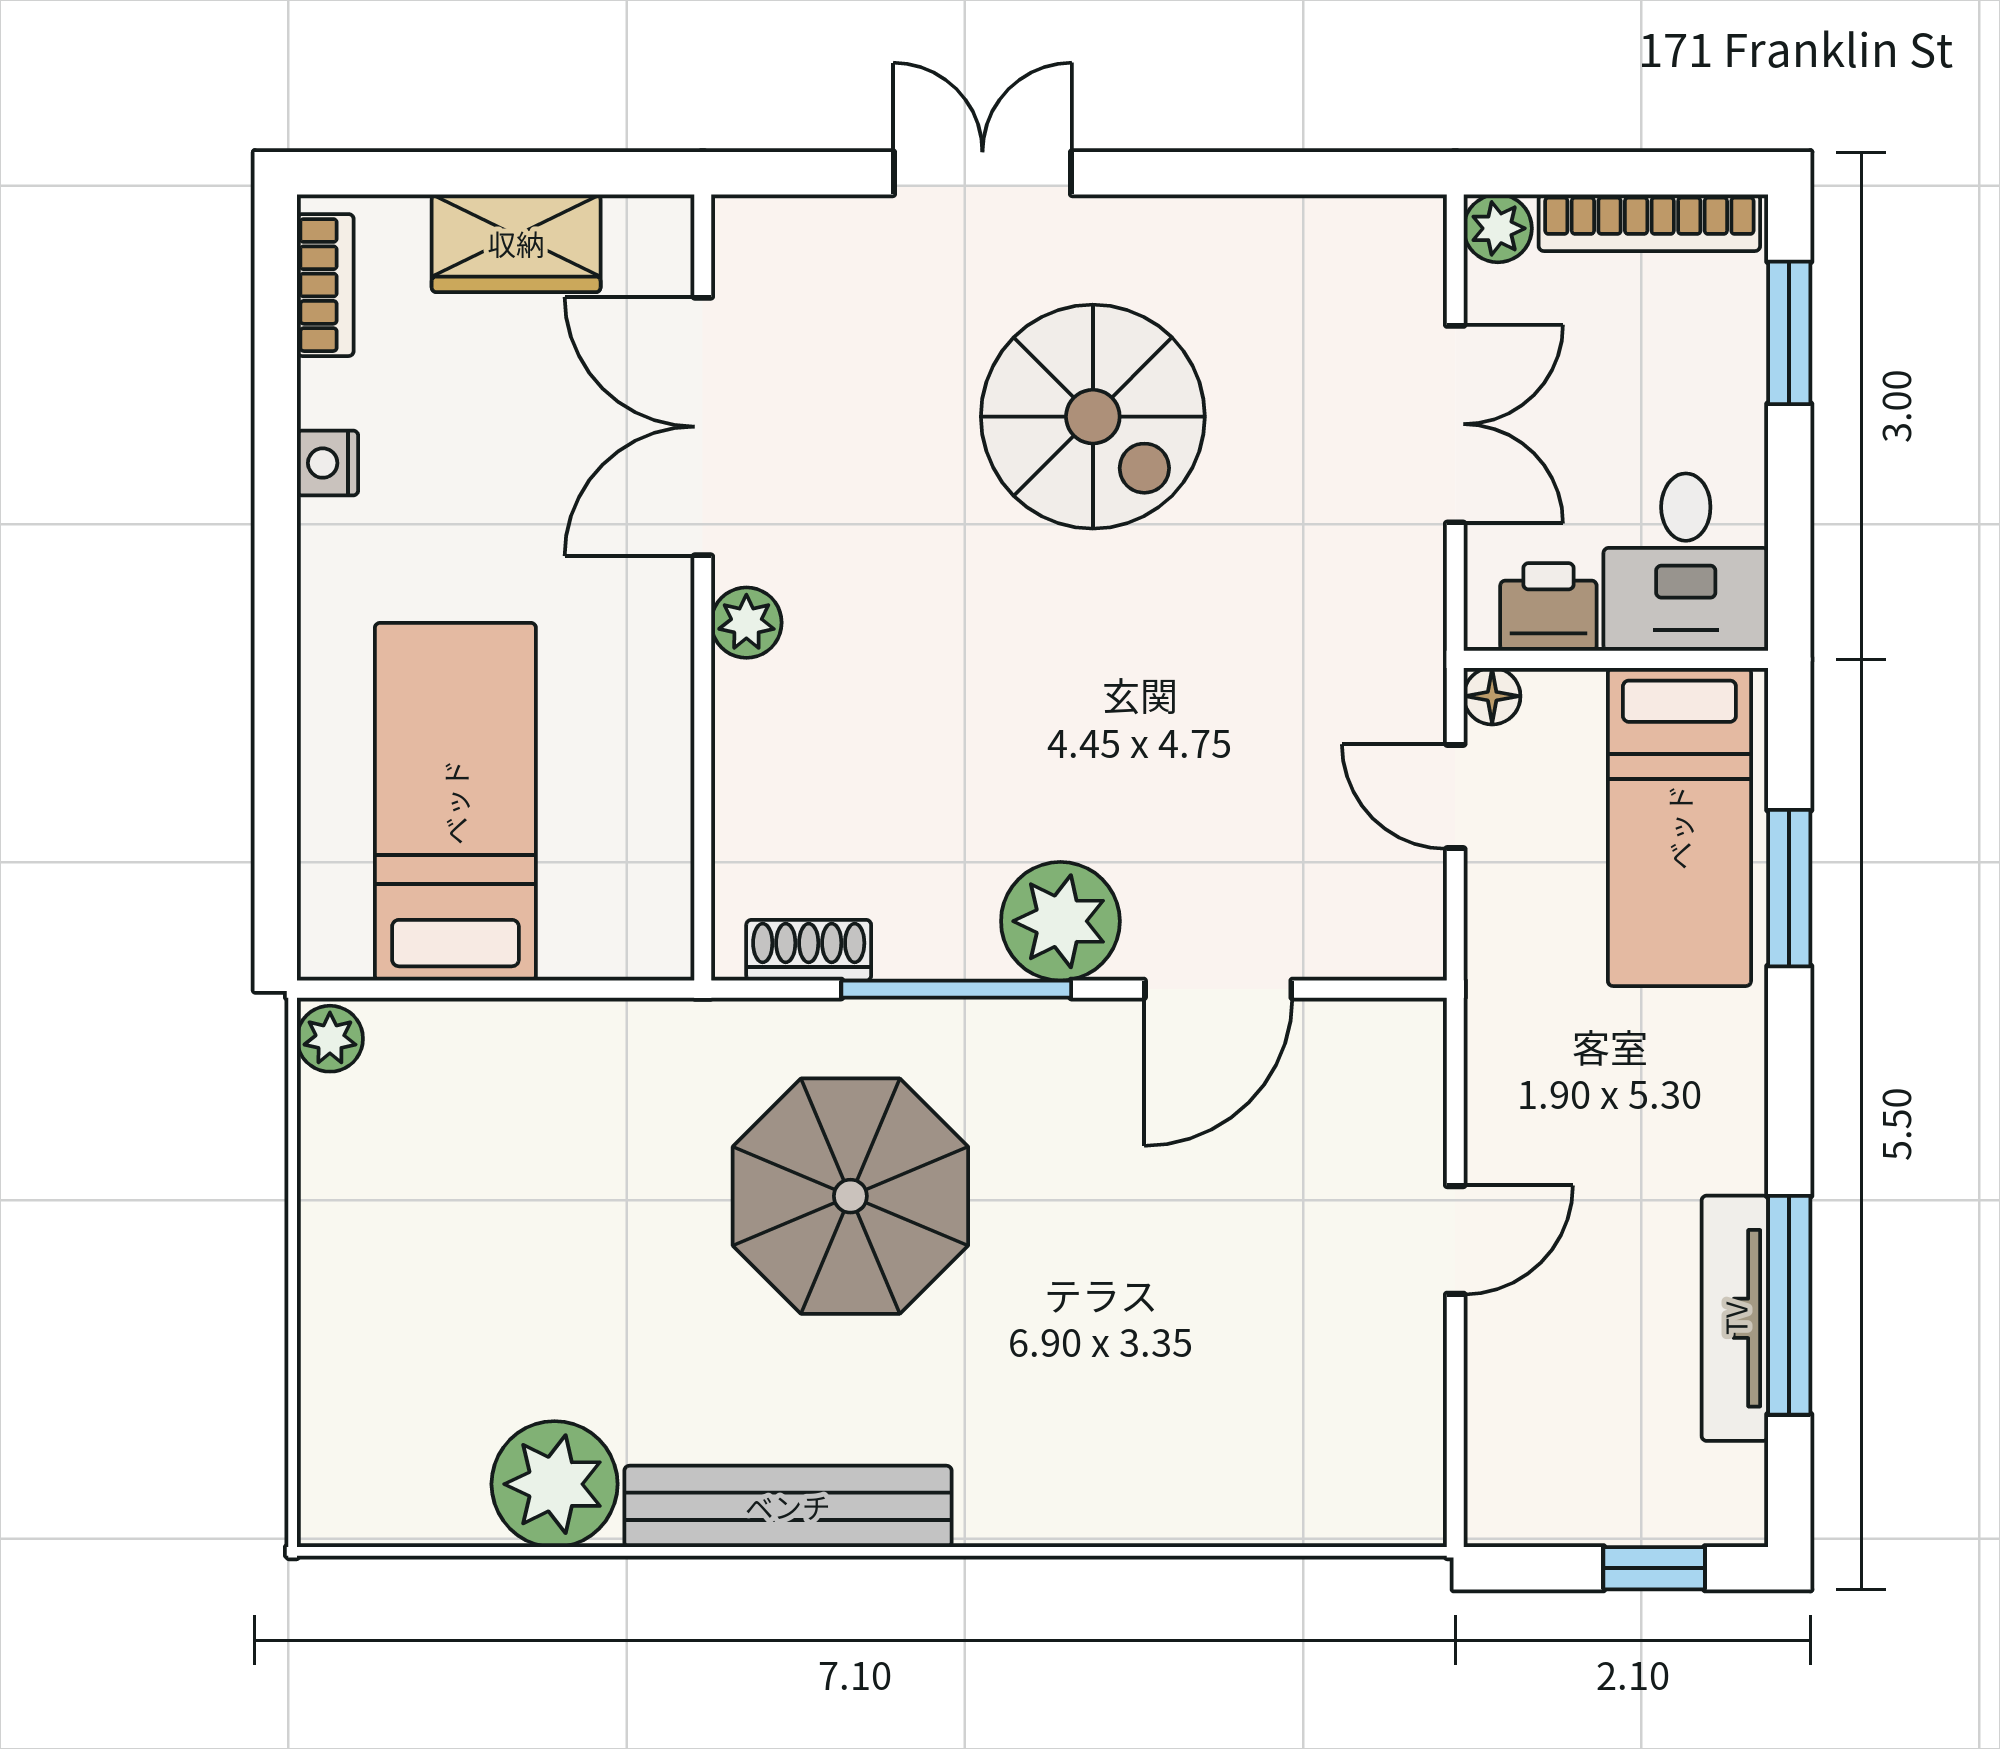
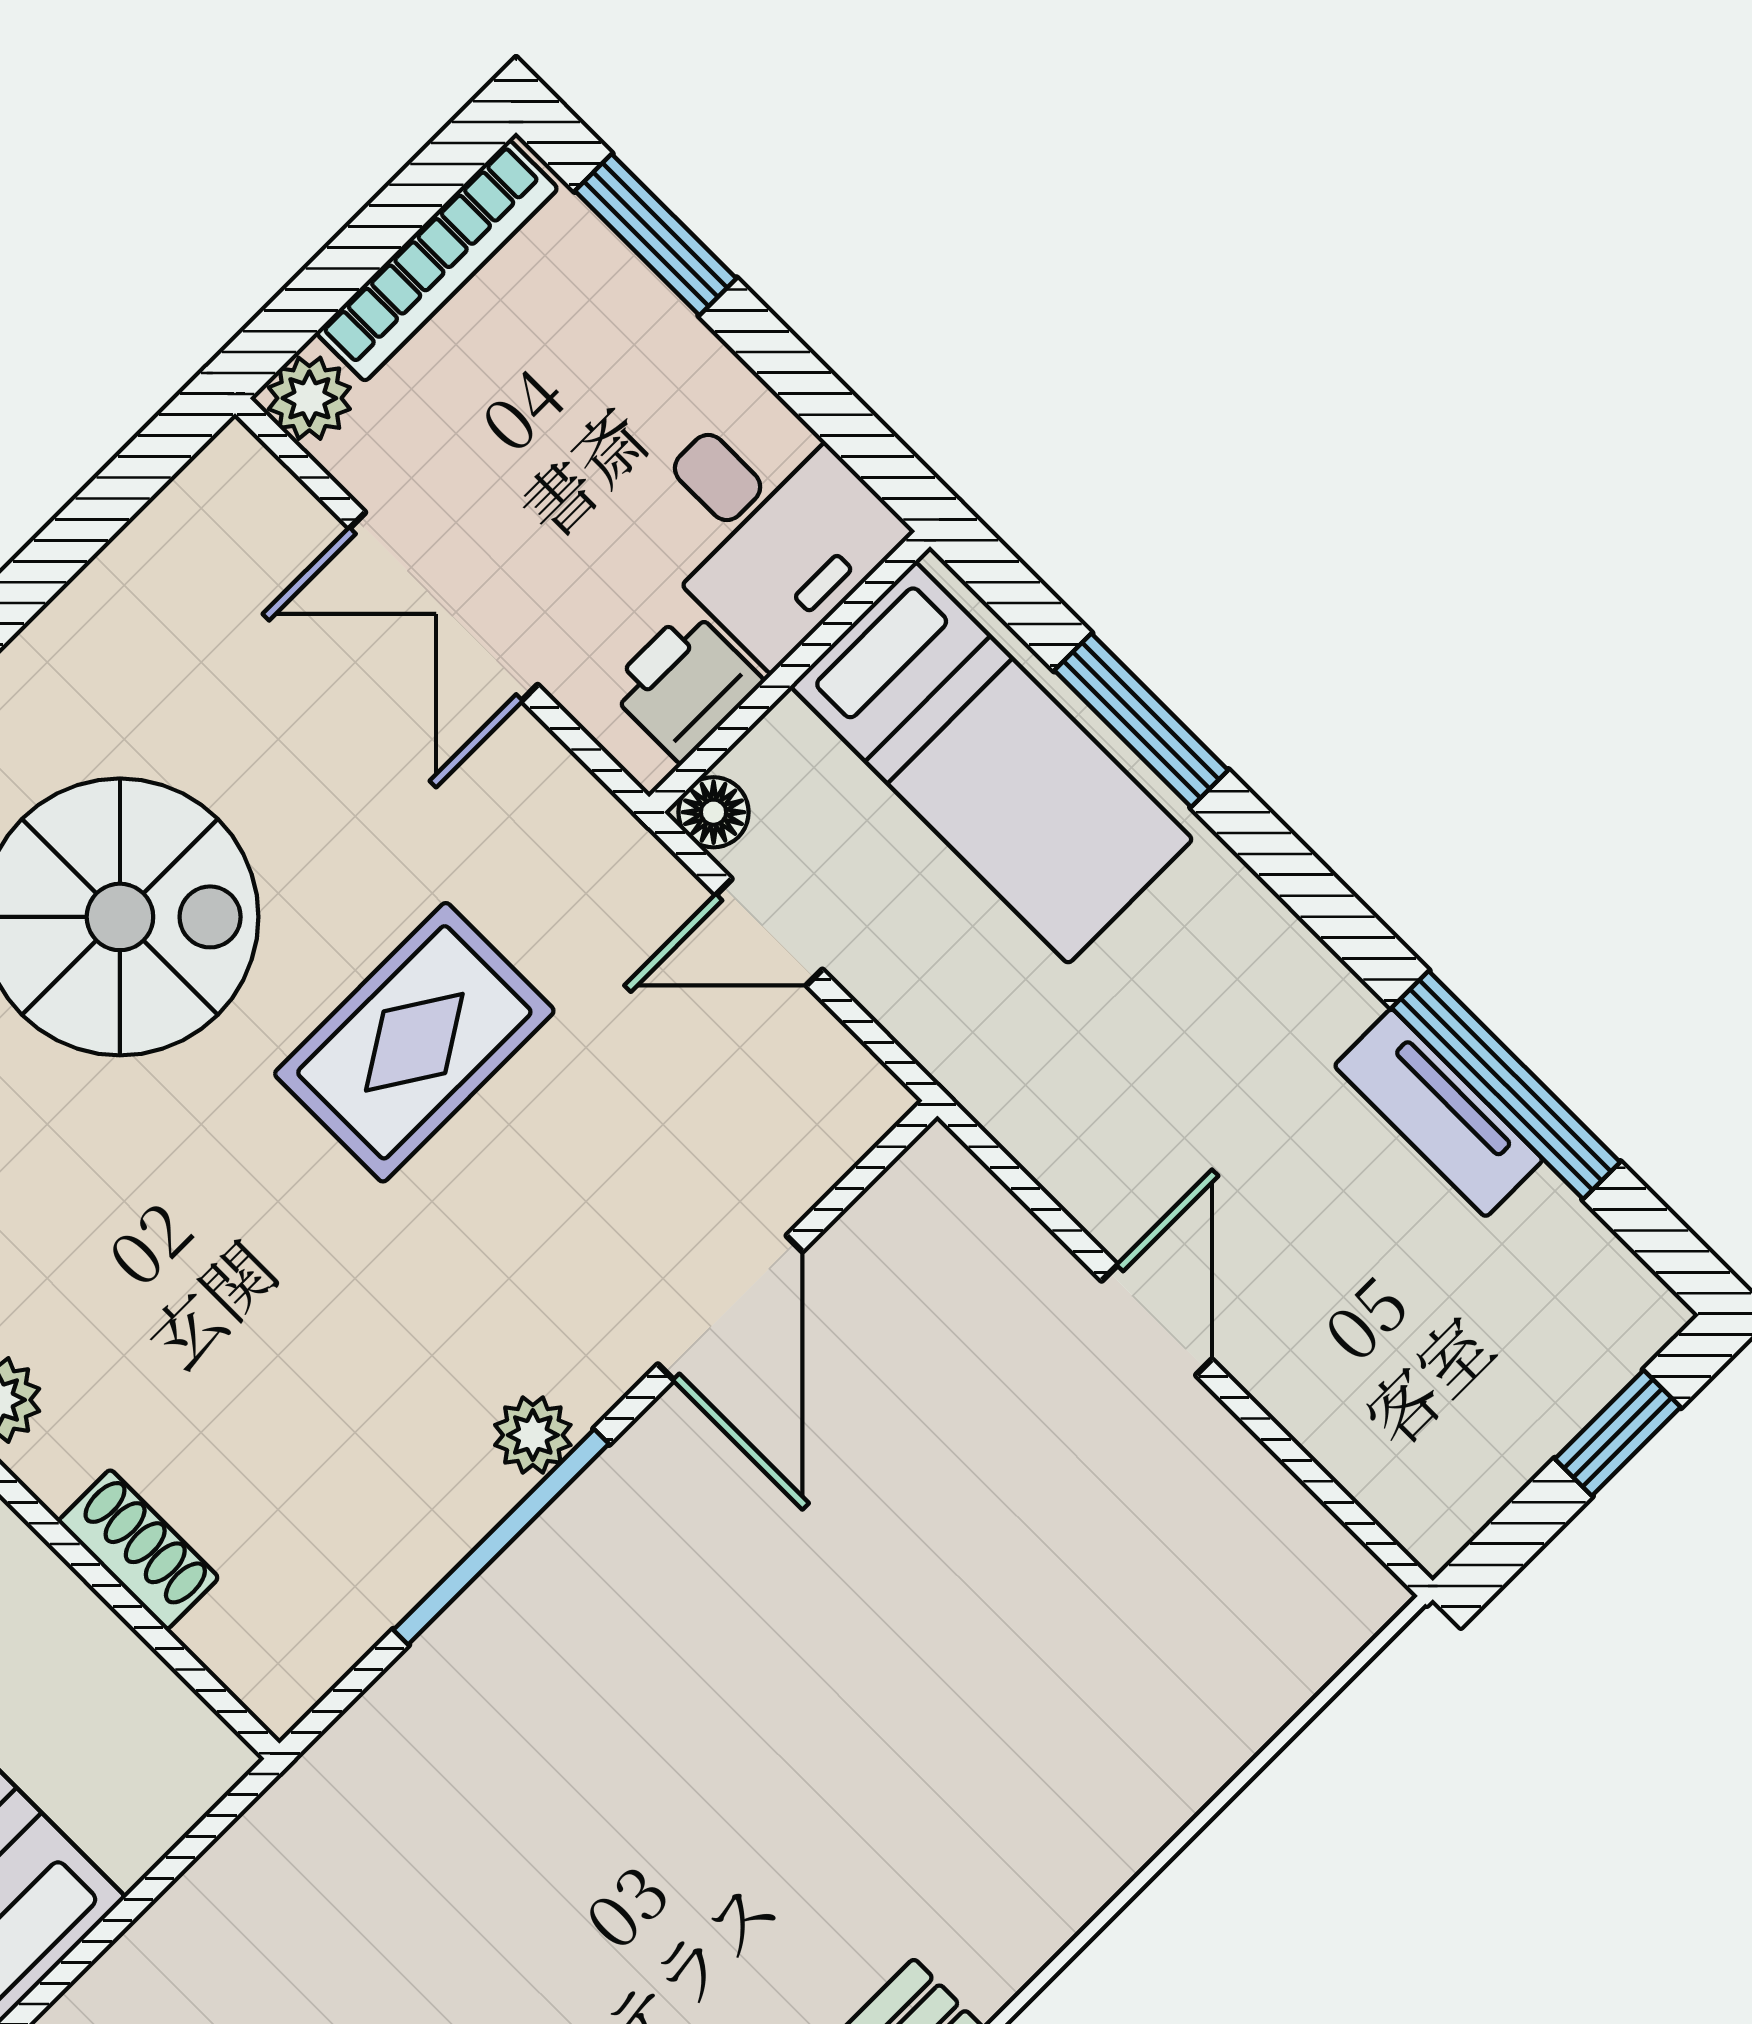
double door: (1455, 424) -> (443, 607), swing flipped
rug: (1189, 657) -> (414, 1042), added
plant: (1060, 921) -> (533, 1435), width x0.53, depth x0.53
shoe rack: (809, 950) -> (138, 1550), moved, turned 90
parasol: (850, 1196) -> (590, 1810), removed
tv unit: (1735, 1318) -> (1439, 1113), width x0.71

